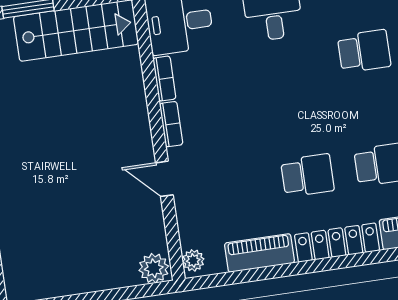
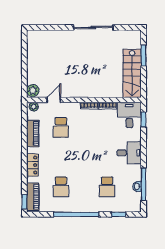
school desk: (308, 175) -> (61, 127), moved
door: (164, 179) -> (54, 100), moved
locker: (337, 243) -> (32, 165), width x0.66

